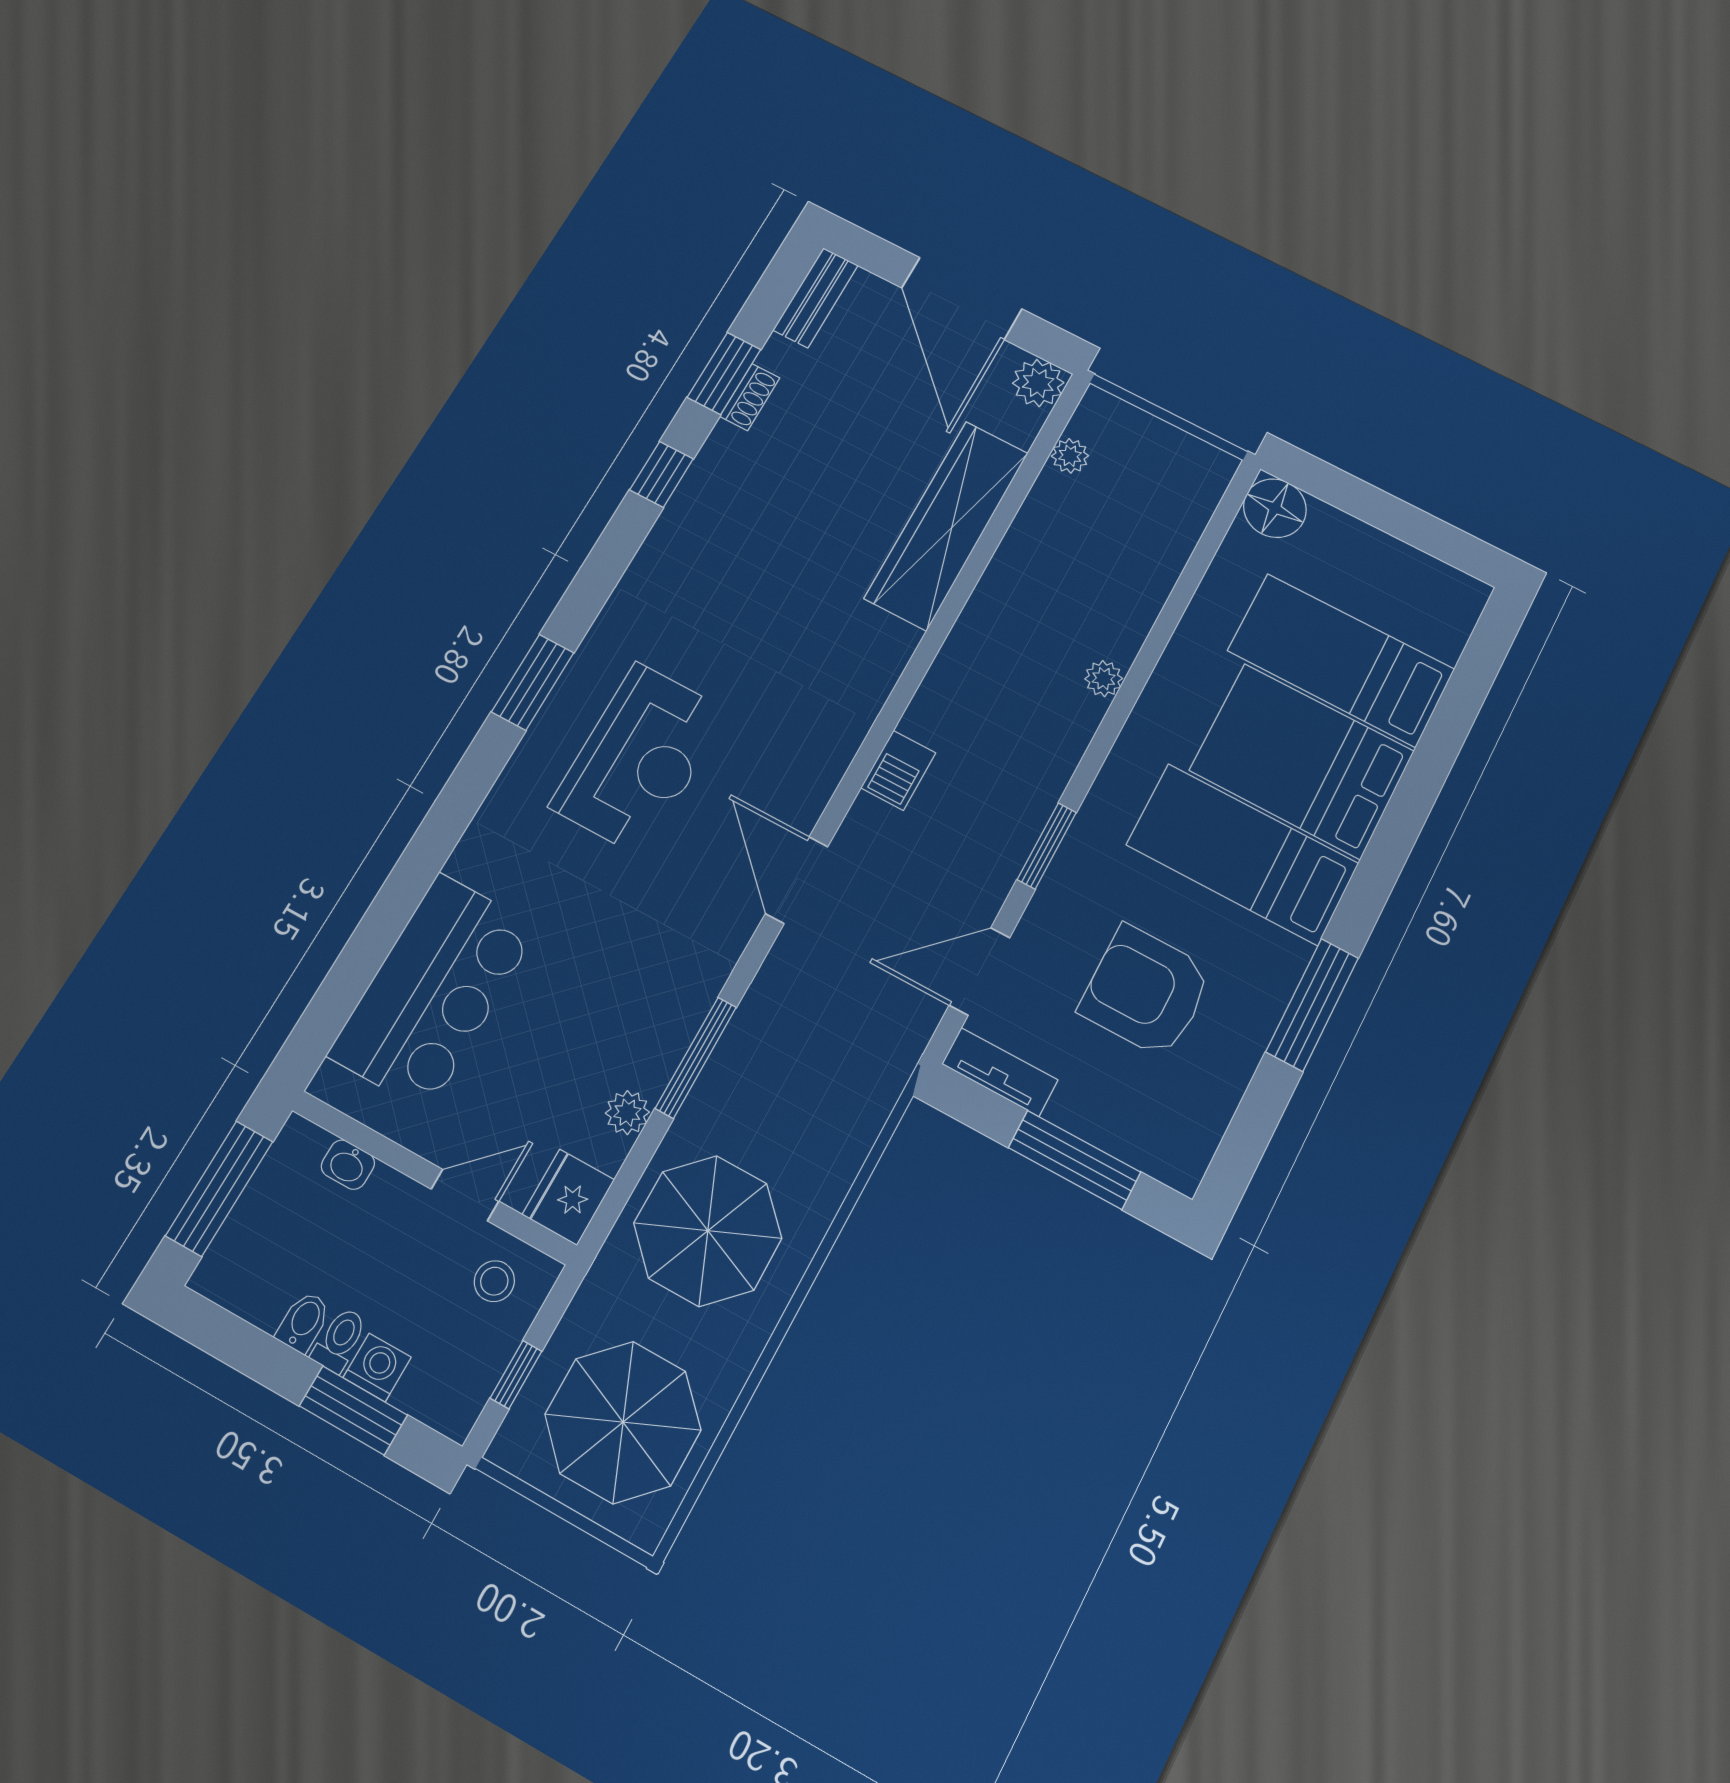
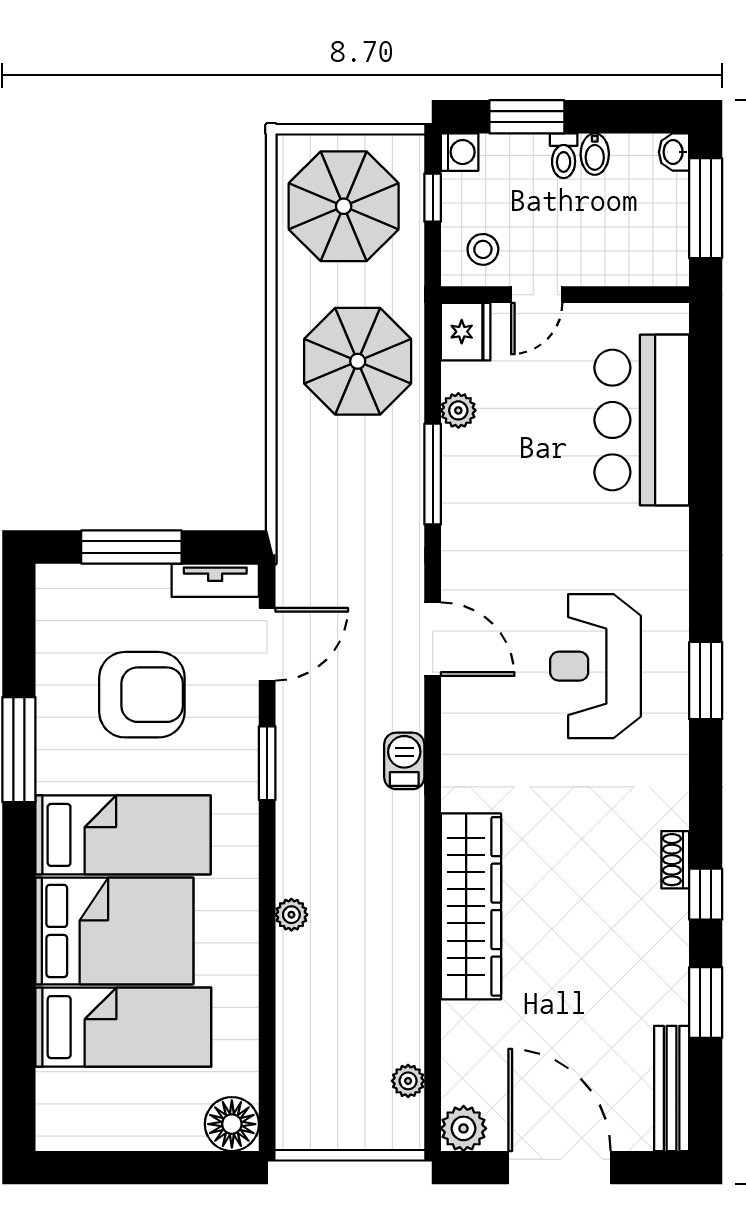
bench: (816, 298) -> (672, 1088), width x1.36
shoe rack: (750, 397) -> (675, 860), moved
wardrobe: (947, 525) -> (471, 906), moved
washbasin: (348, 1165) -> (674, 152), moved, turned -90
washing machine: (377, 1367) -> (460, 152), moved, turned -90

